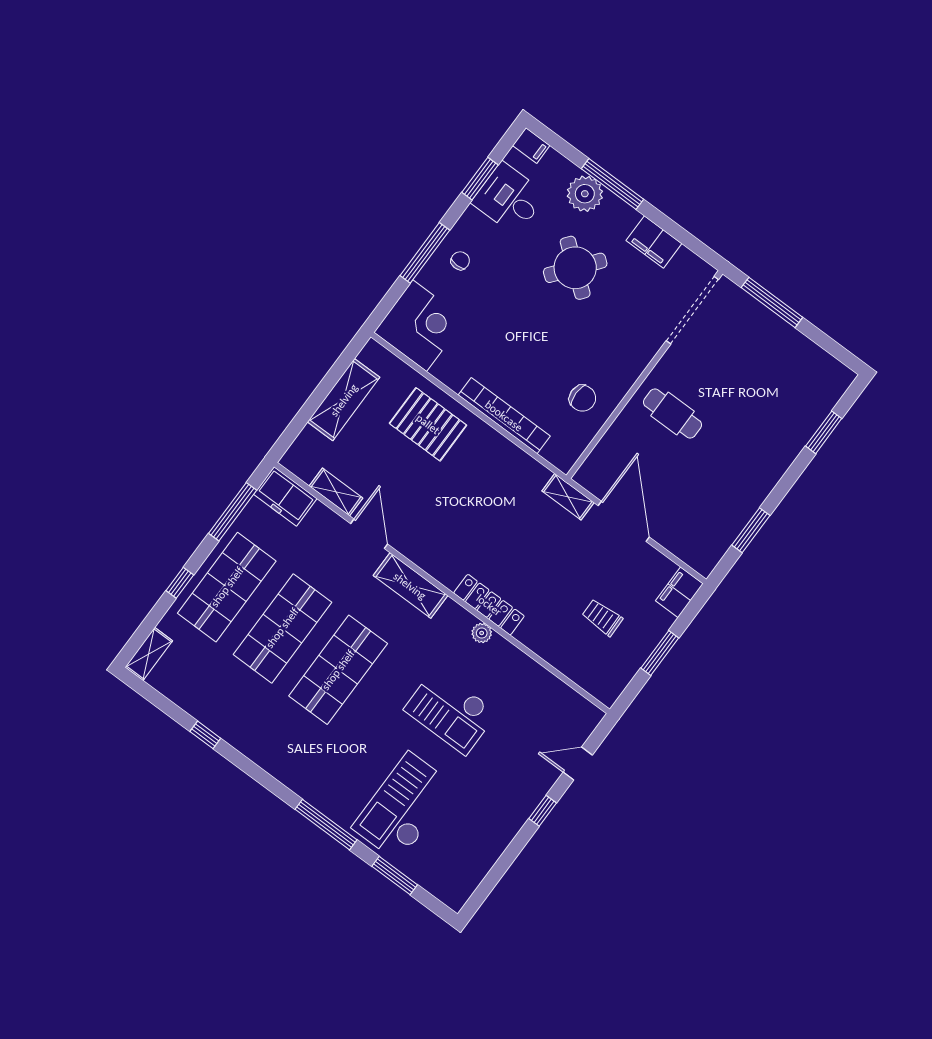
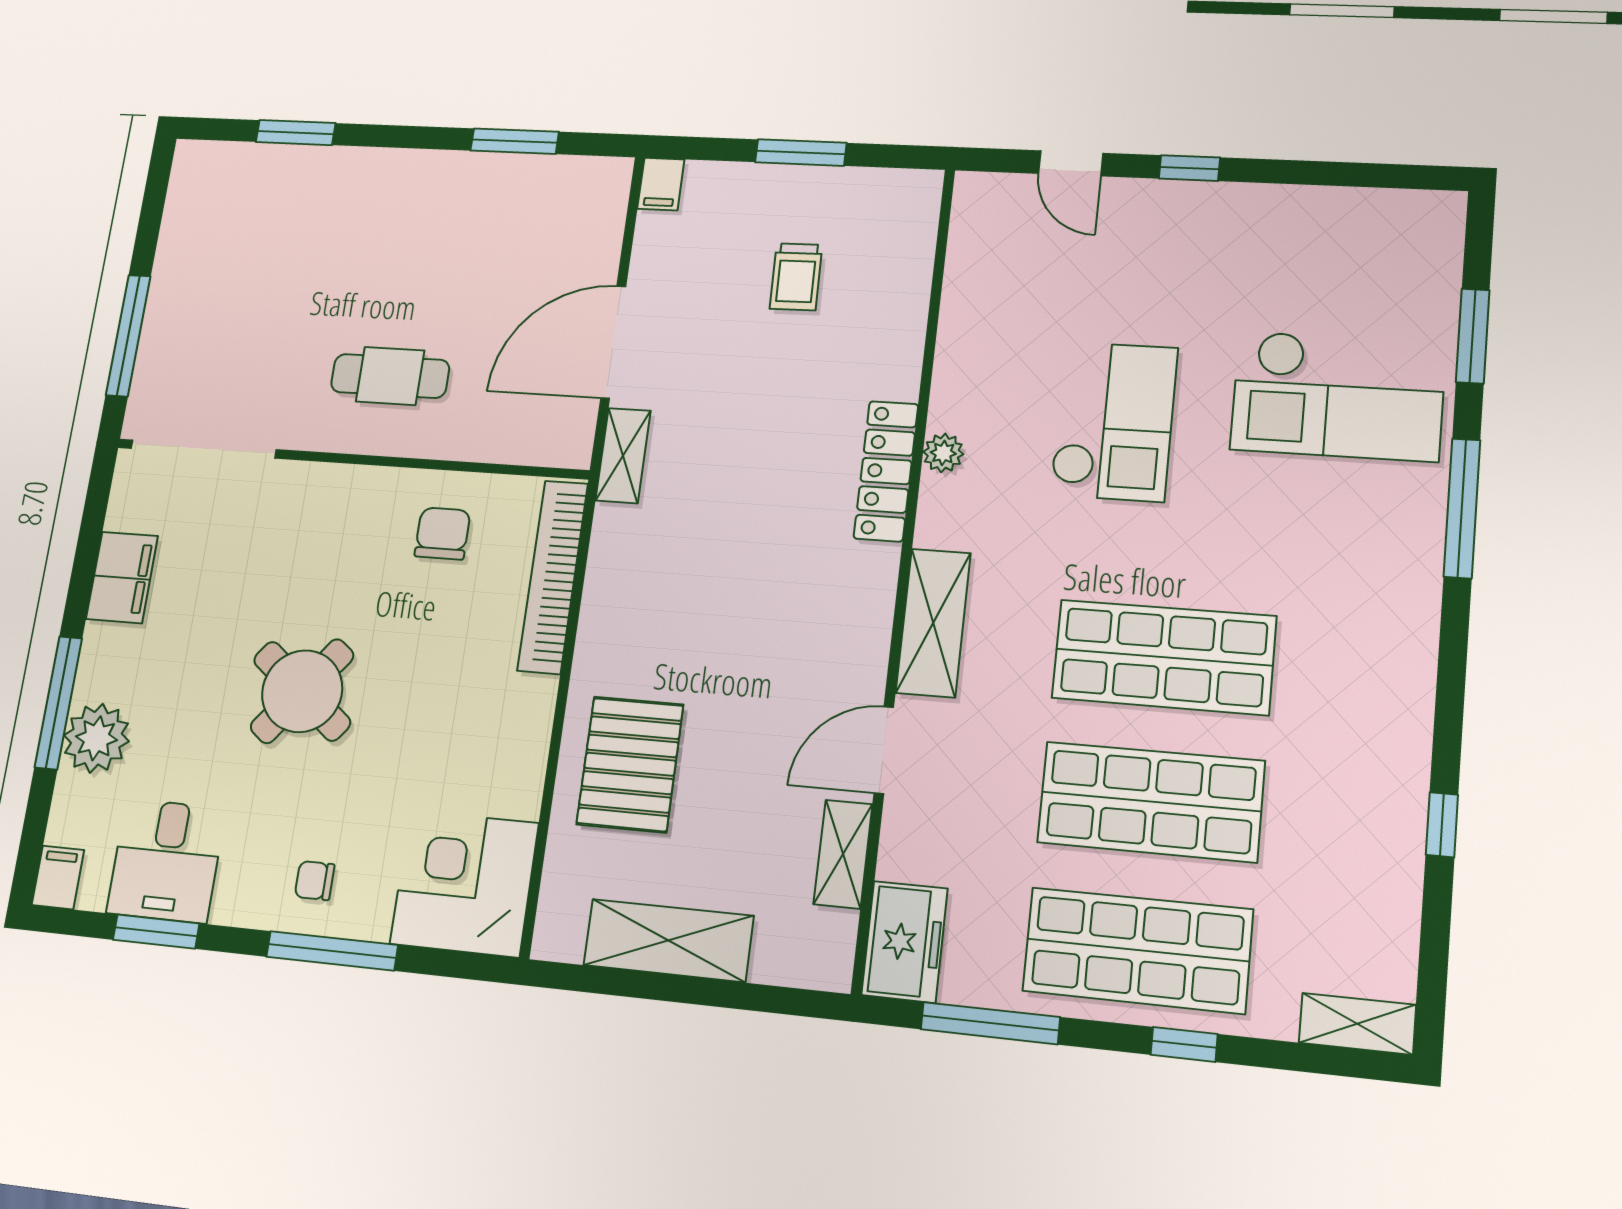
round table: (575, 268) -> (302, 691), moved
cafe table: (673, 414) -> (390, 376), turned 90
bookcase: (504, 416) -> (553, 577), moved
filing cabinet: (679, 592) -> (661, 184), width x0.50

